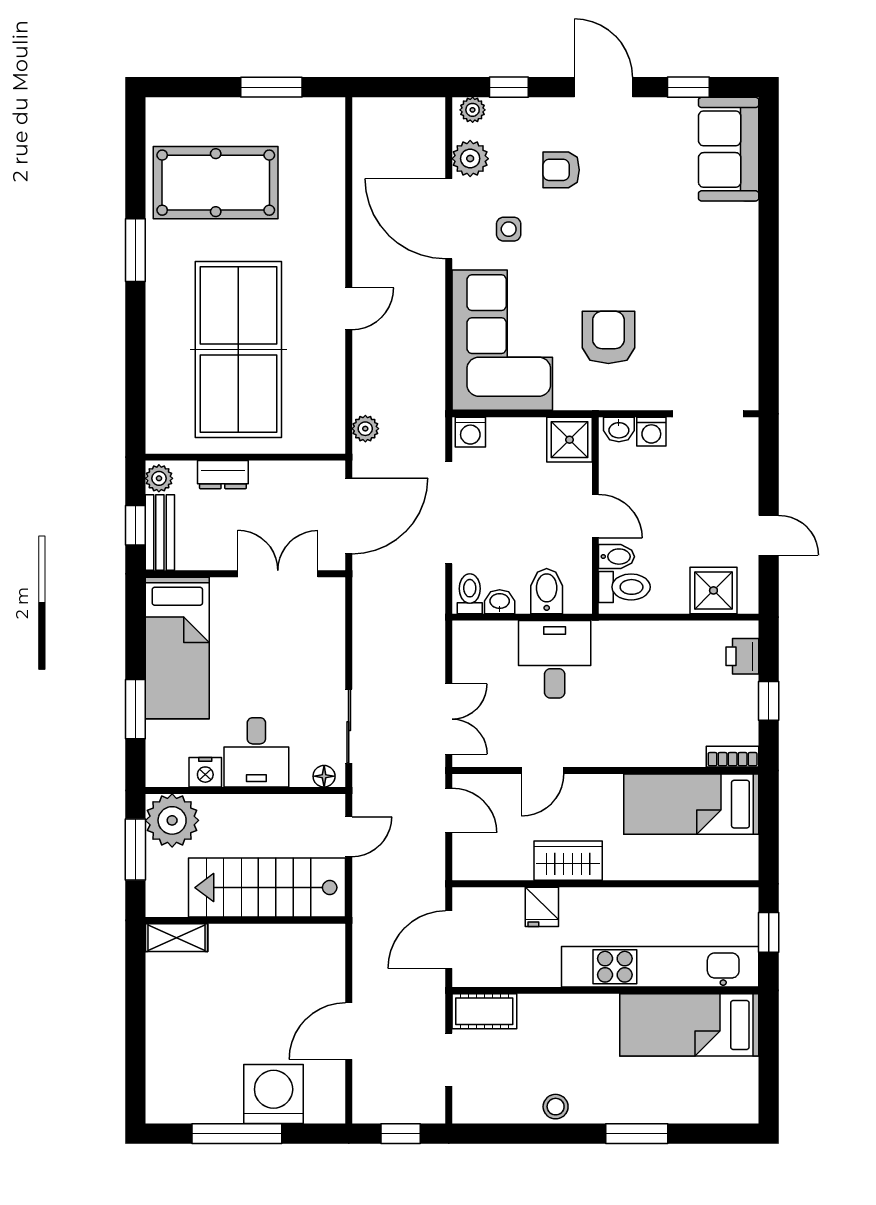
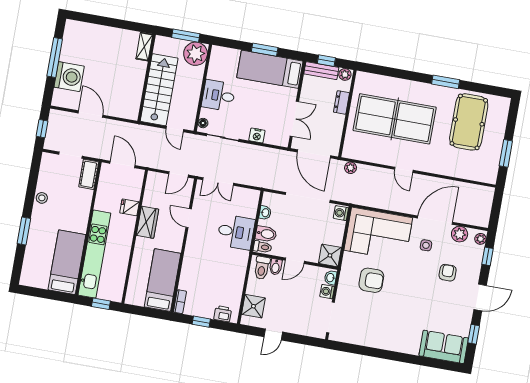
toilet: (470, 594) -> (263, 247), moved
window: (135, 709) -> (265, 50), moved
nightstand: (205, 772) -> (257, 136), moved, turned -90

